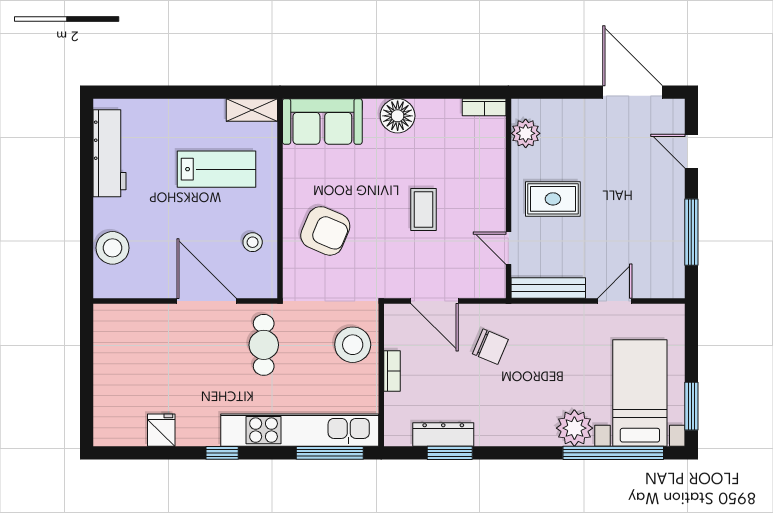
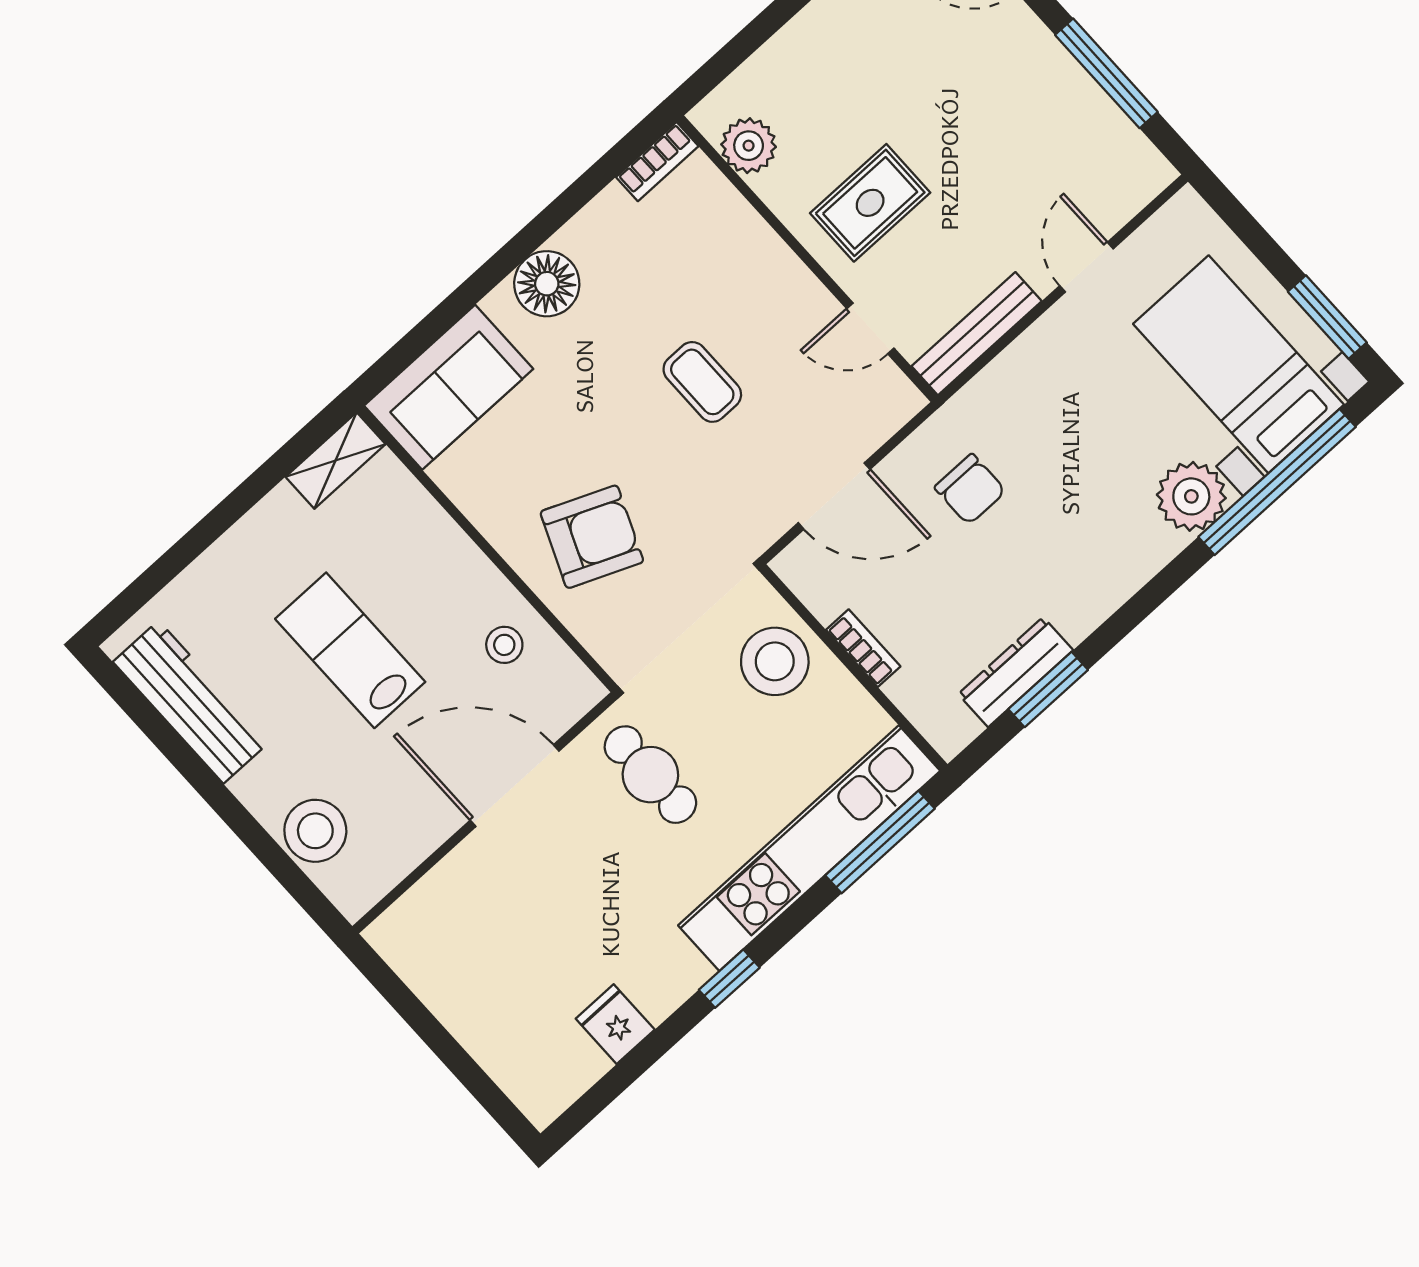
lab bench: (216, 169) -> (350, 650), moved, turned -90
chair: (490, 347) -> (970, 489), turned 67

